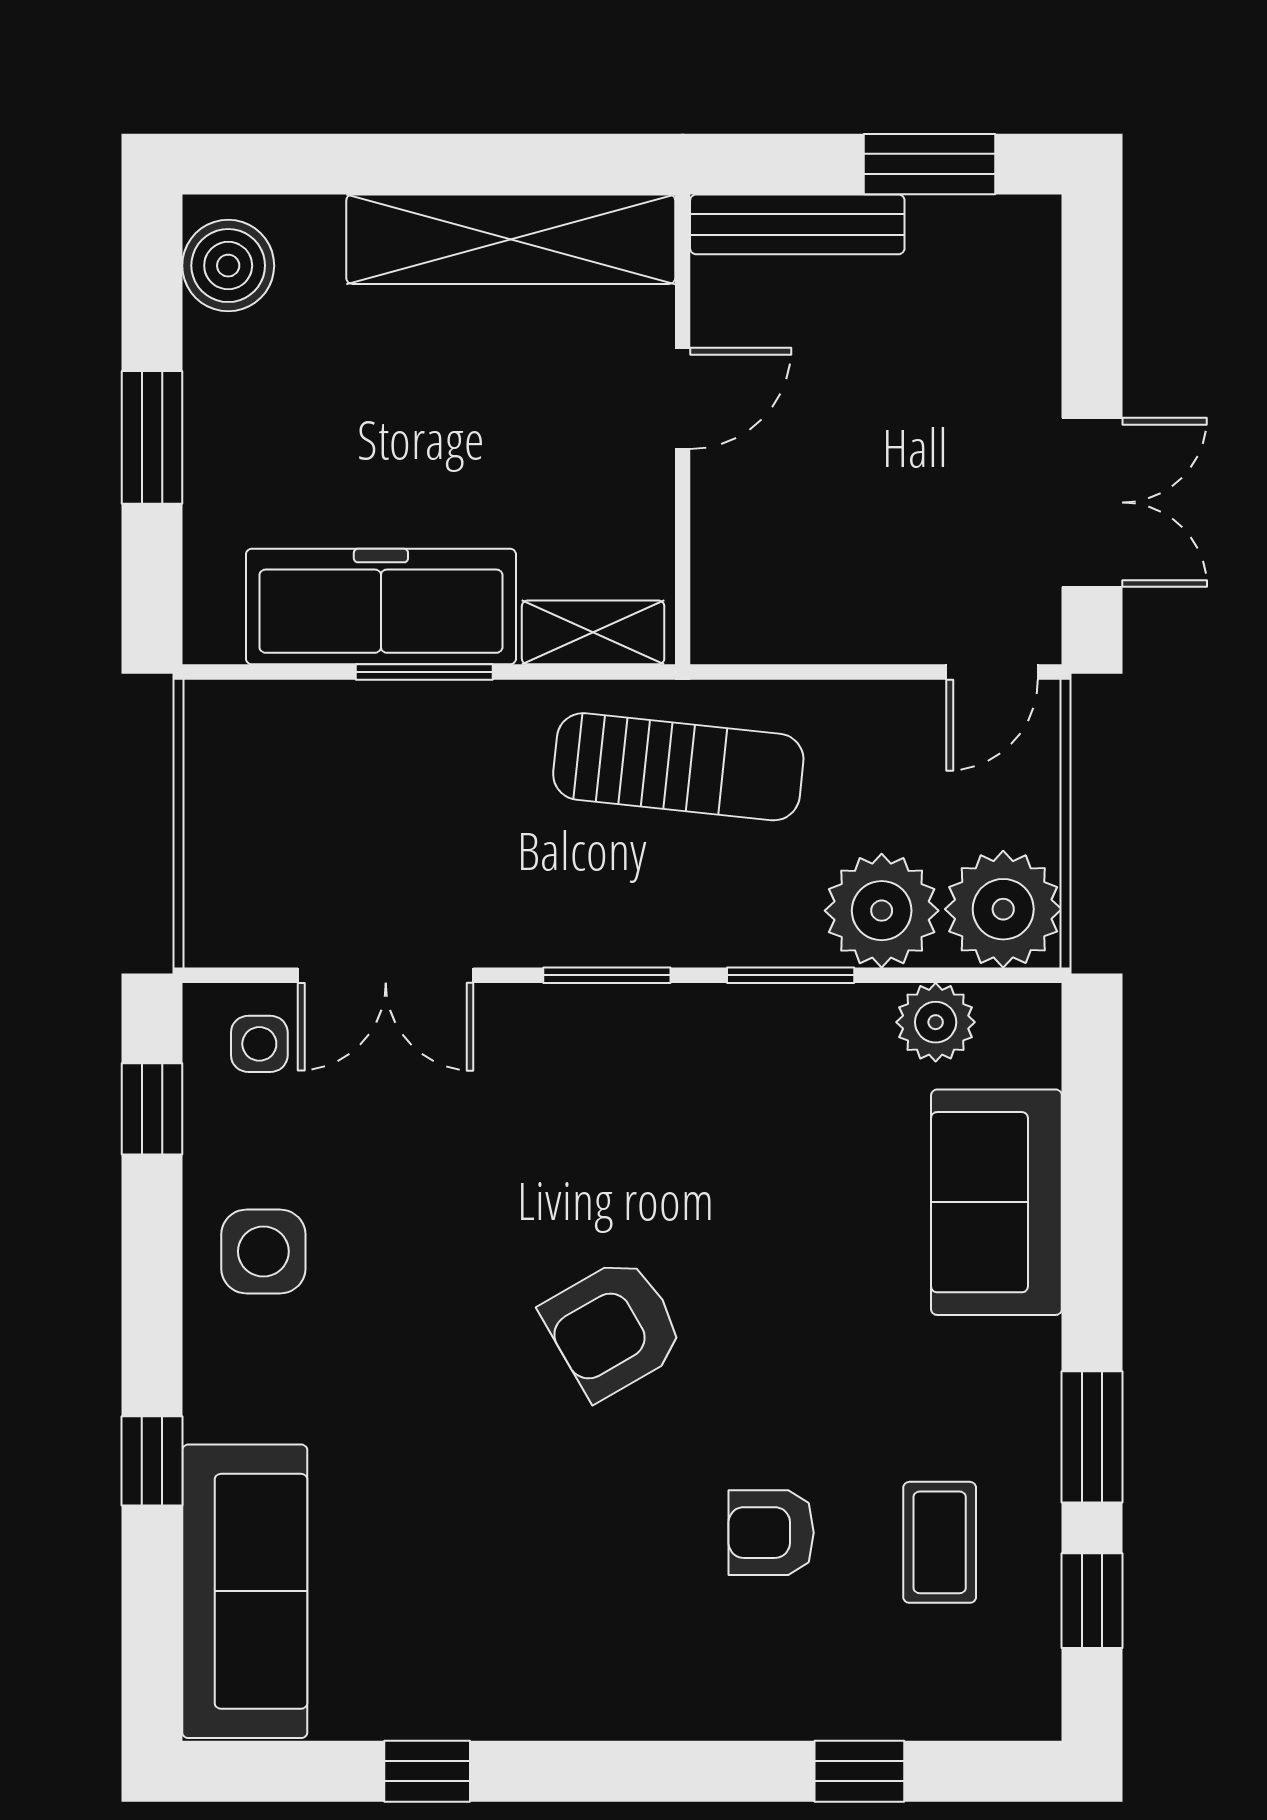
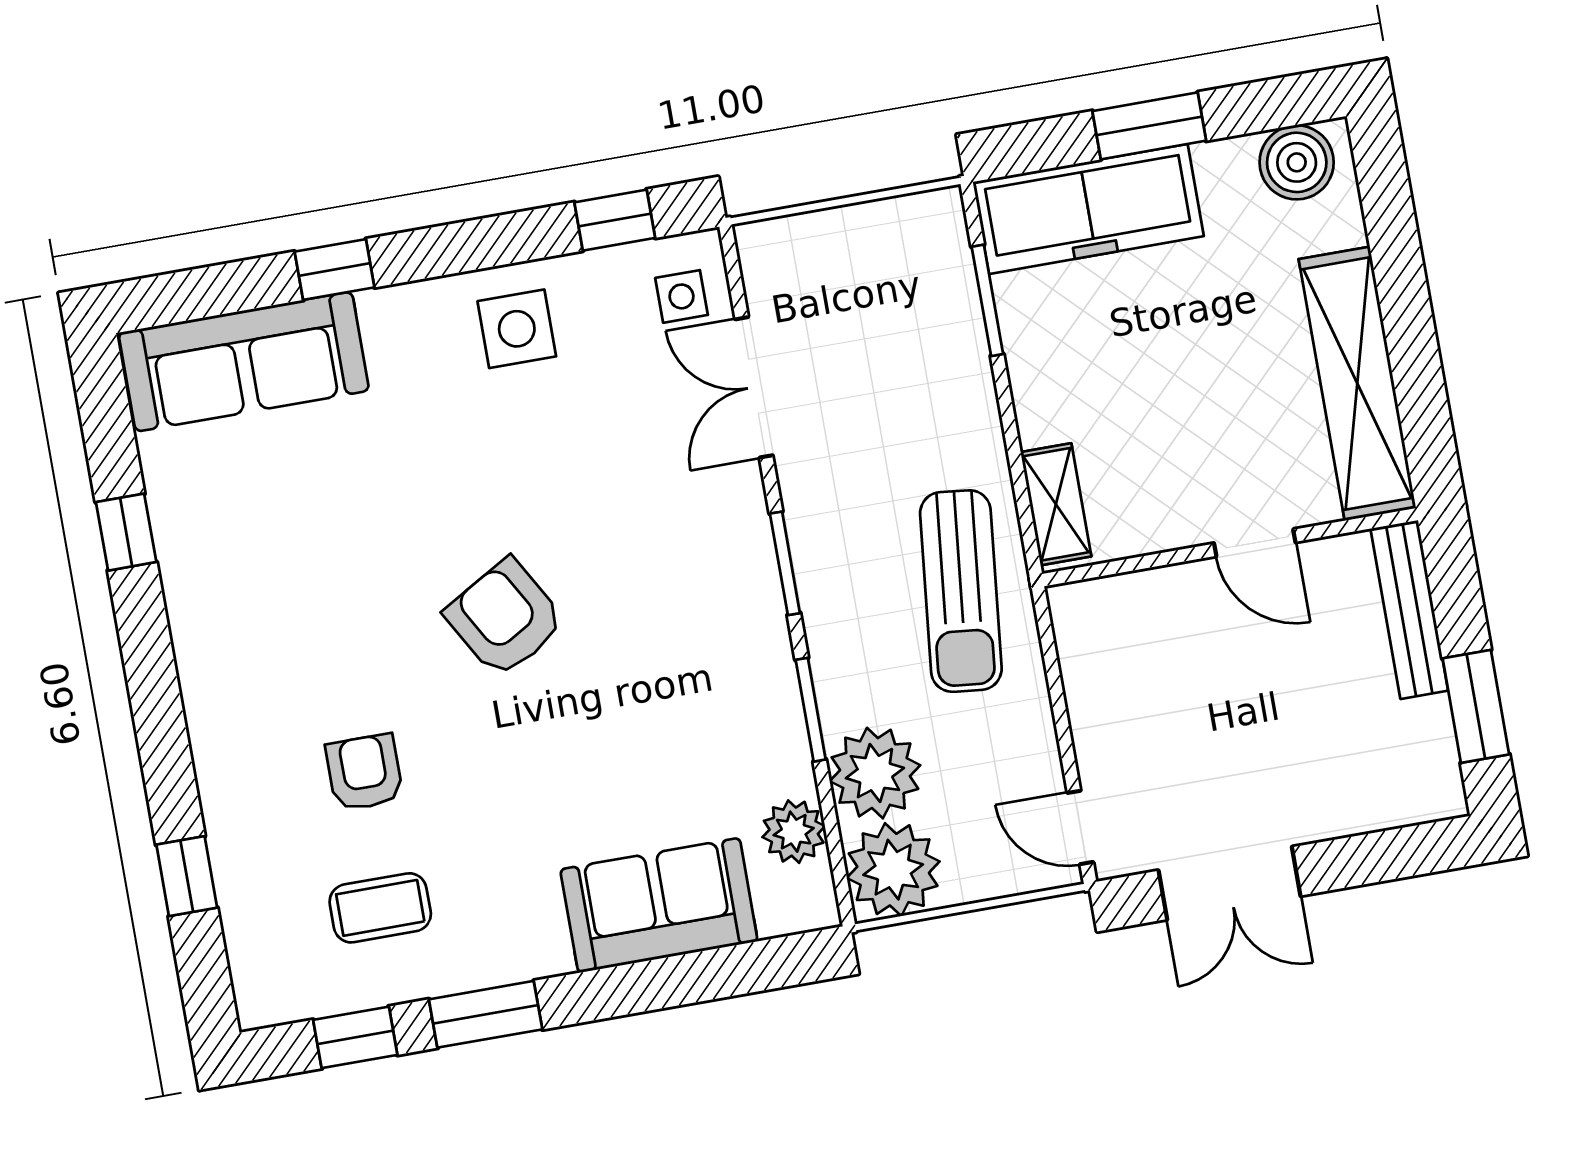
freezer: (381, 607) -> (1088, 209), moved, turned 90
window: (424, 672) -> (987, 300), moved

